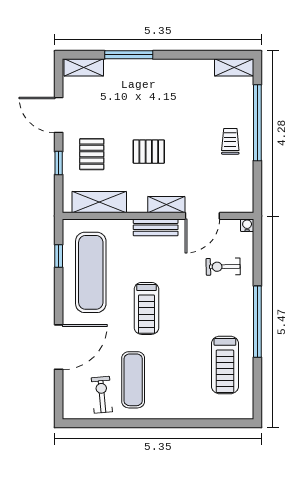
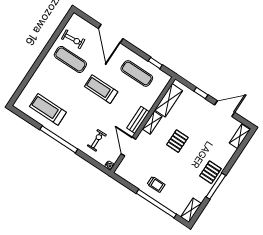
window: (129, 55) -> (216, 186), moved
pallet: (92, 154) -> (210, 172), moved, turned 90
shelving: (166, 205) -> (152, 123), moved
exercise mat: (91, 272) -> (137, 73), width x0.73, depth x0.69

